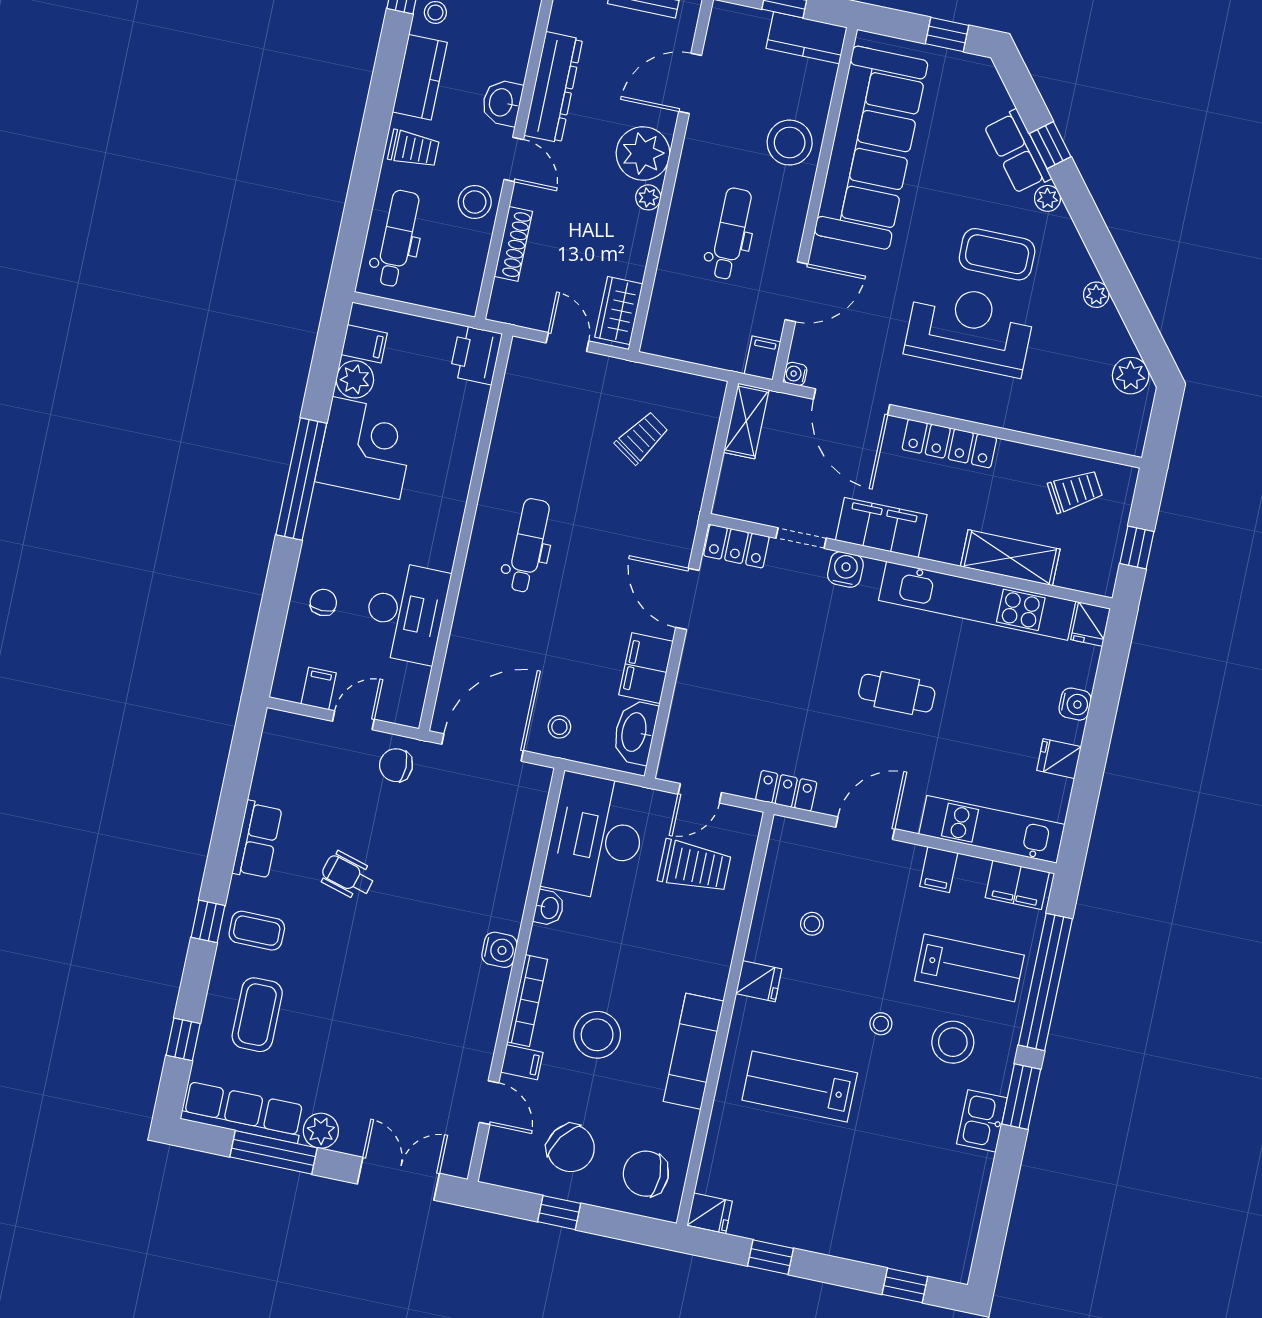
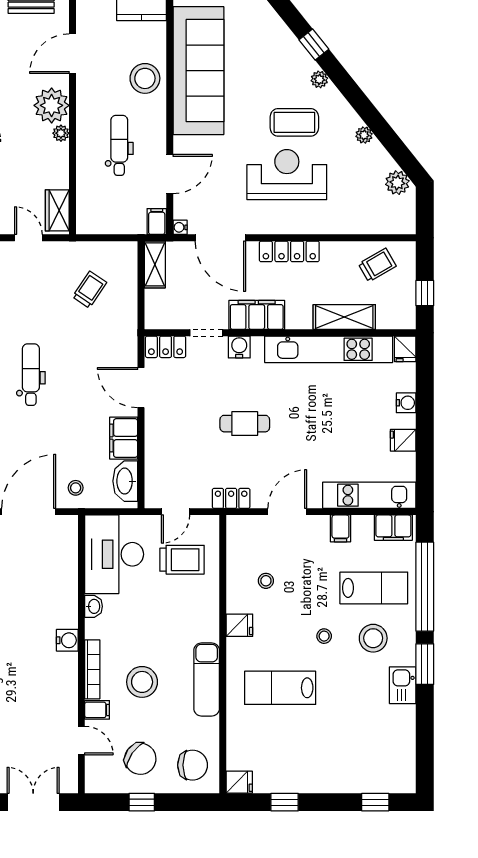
row of seats: (1018, 152) -> (294, 53), removed
cafe table: (897, 693) -> (245, 424), moved
chair: (646, 1174) -> (193, 765), turned 180

